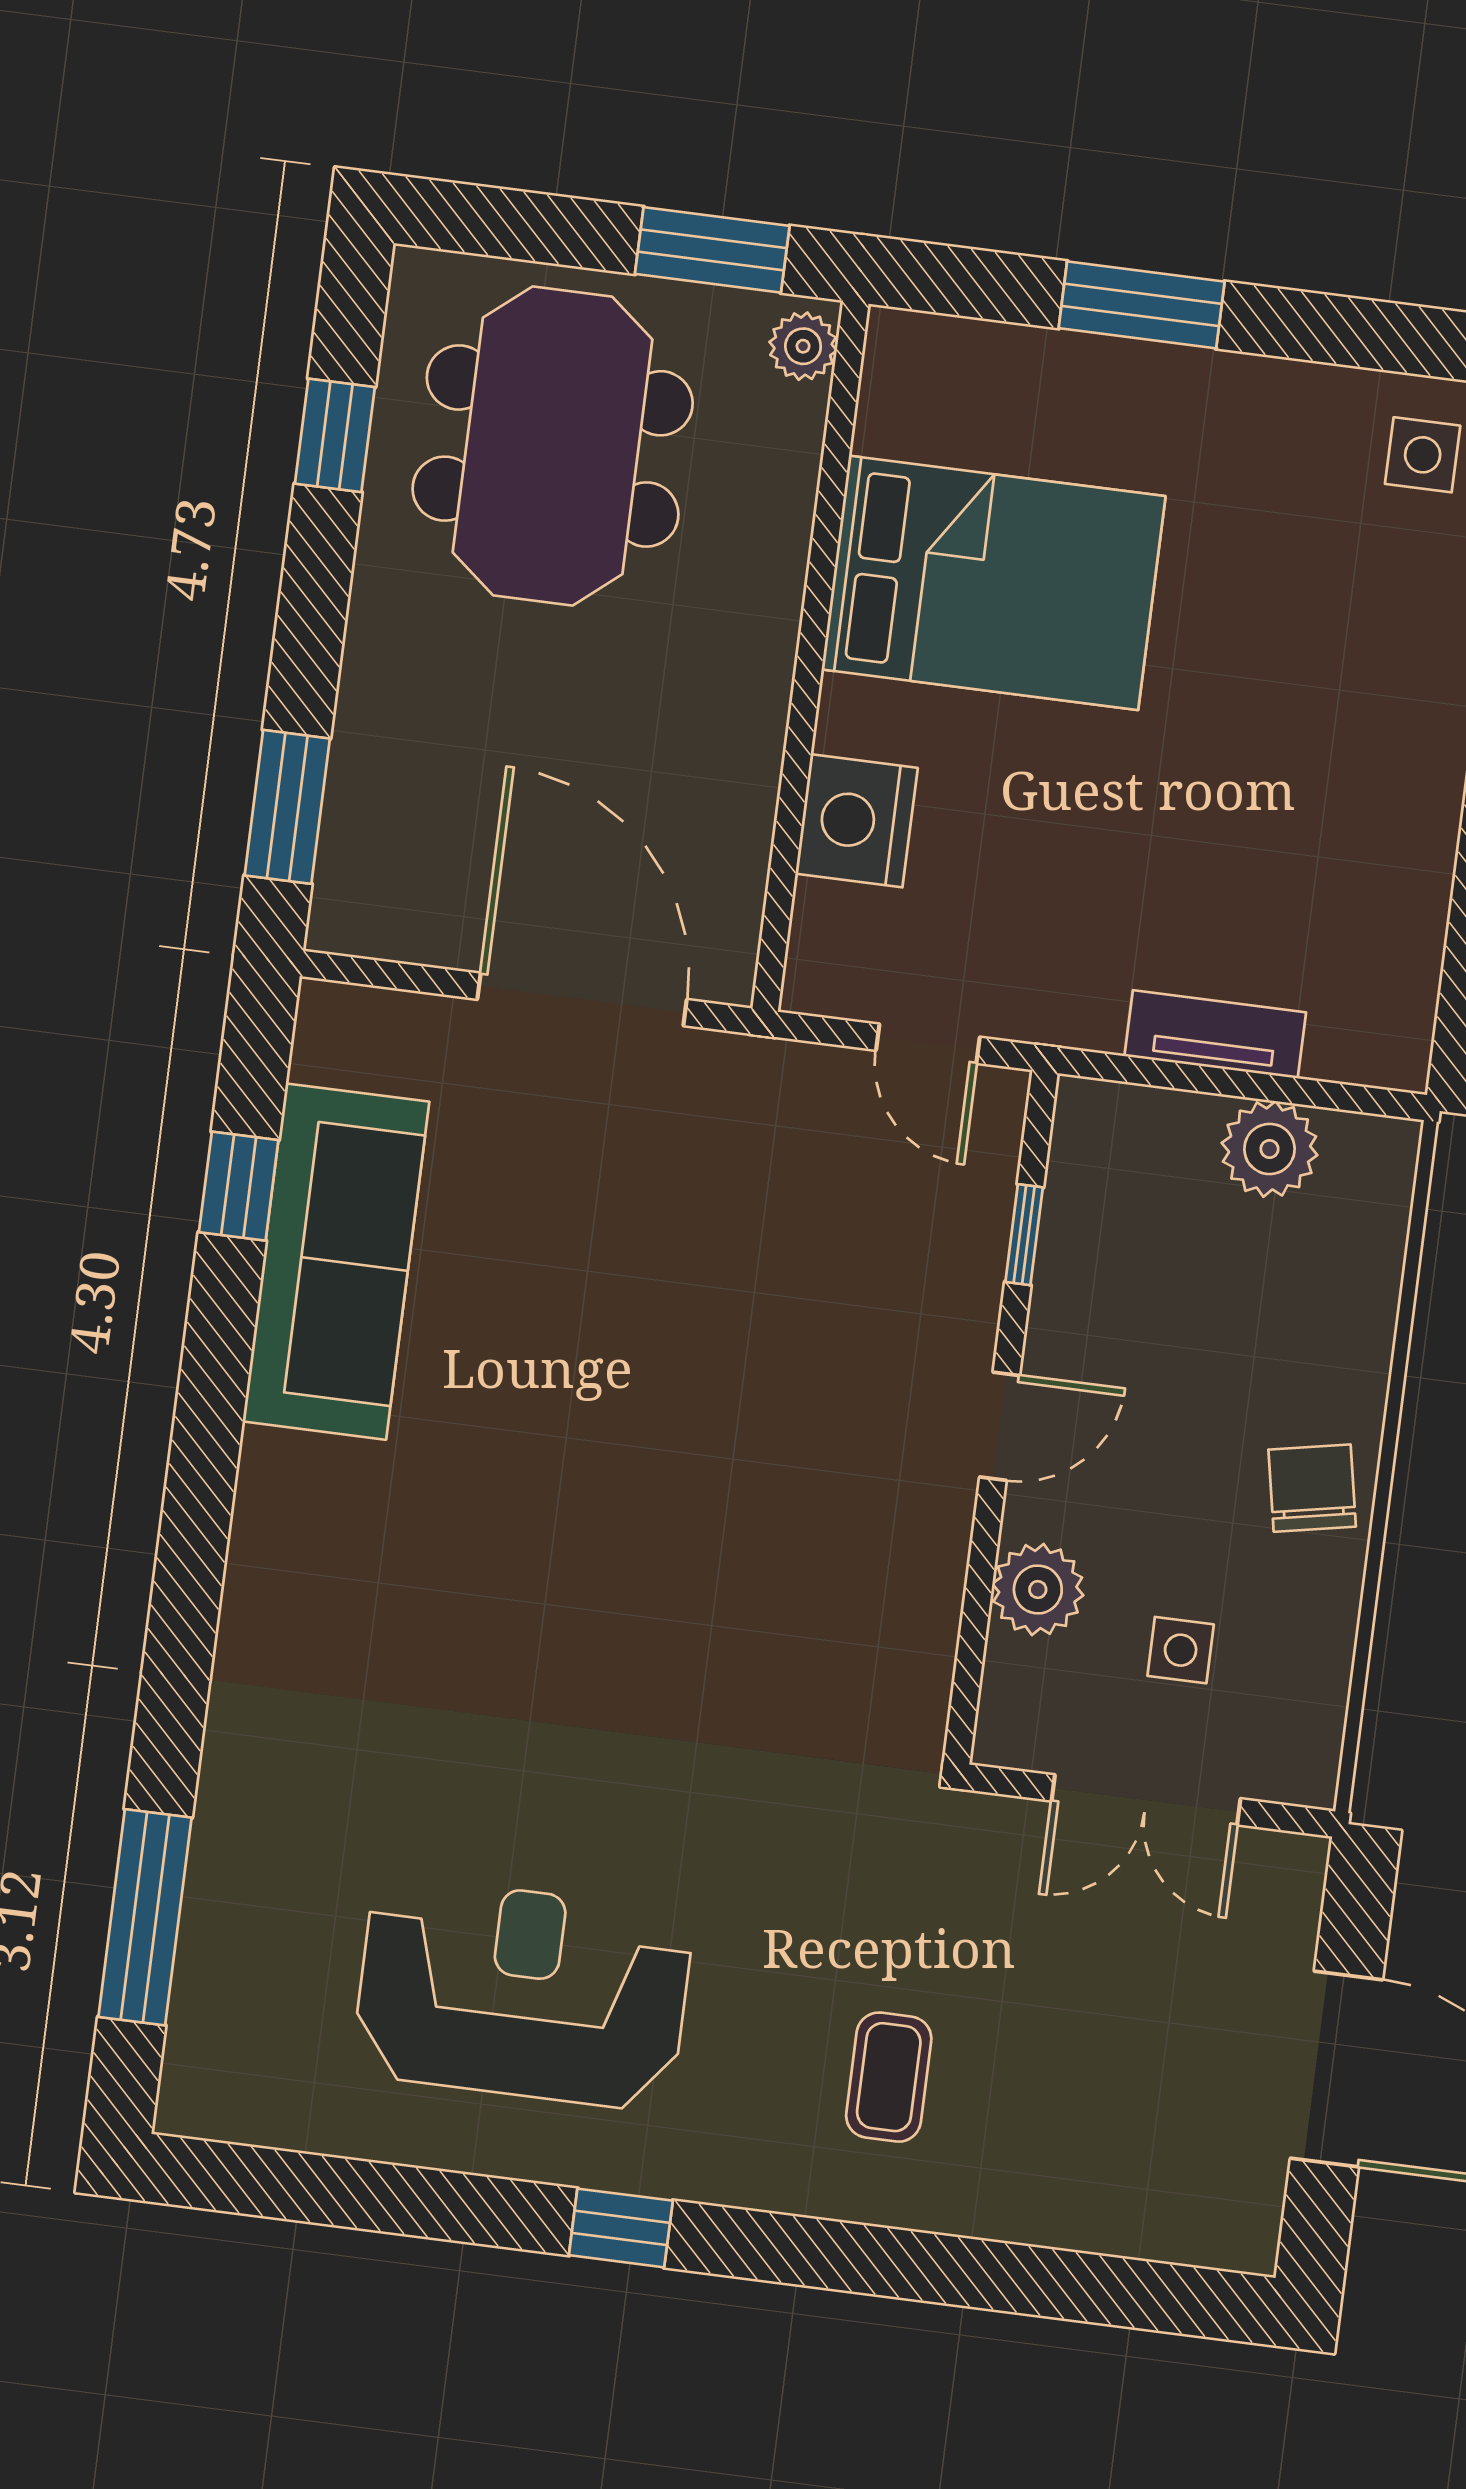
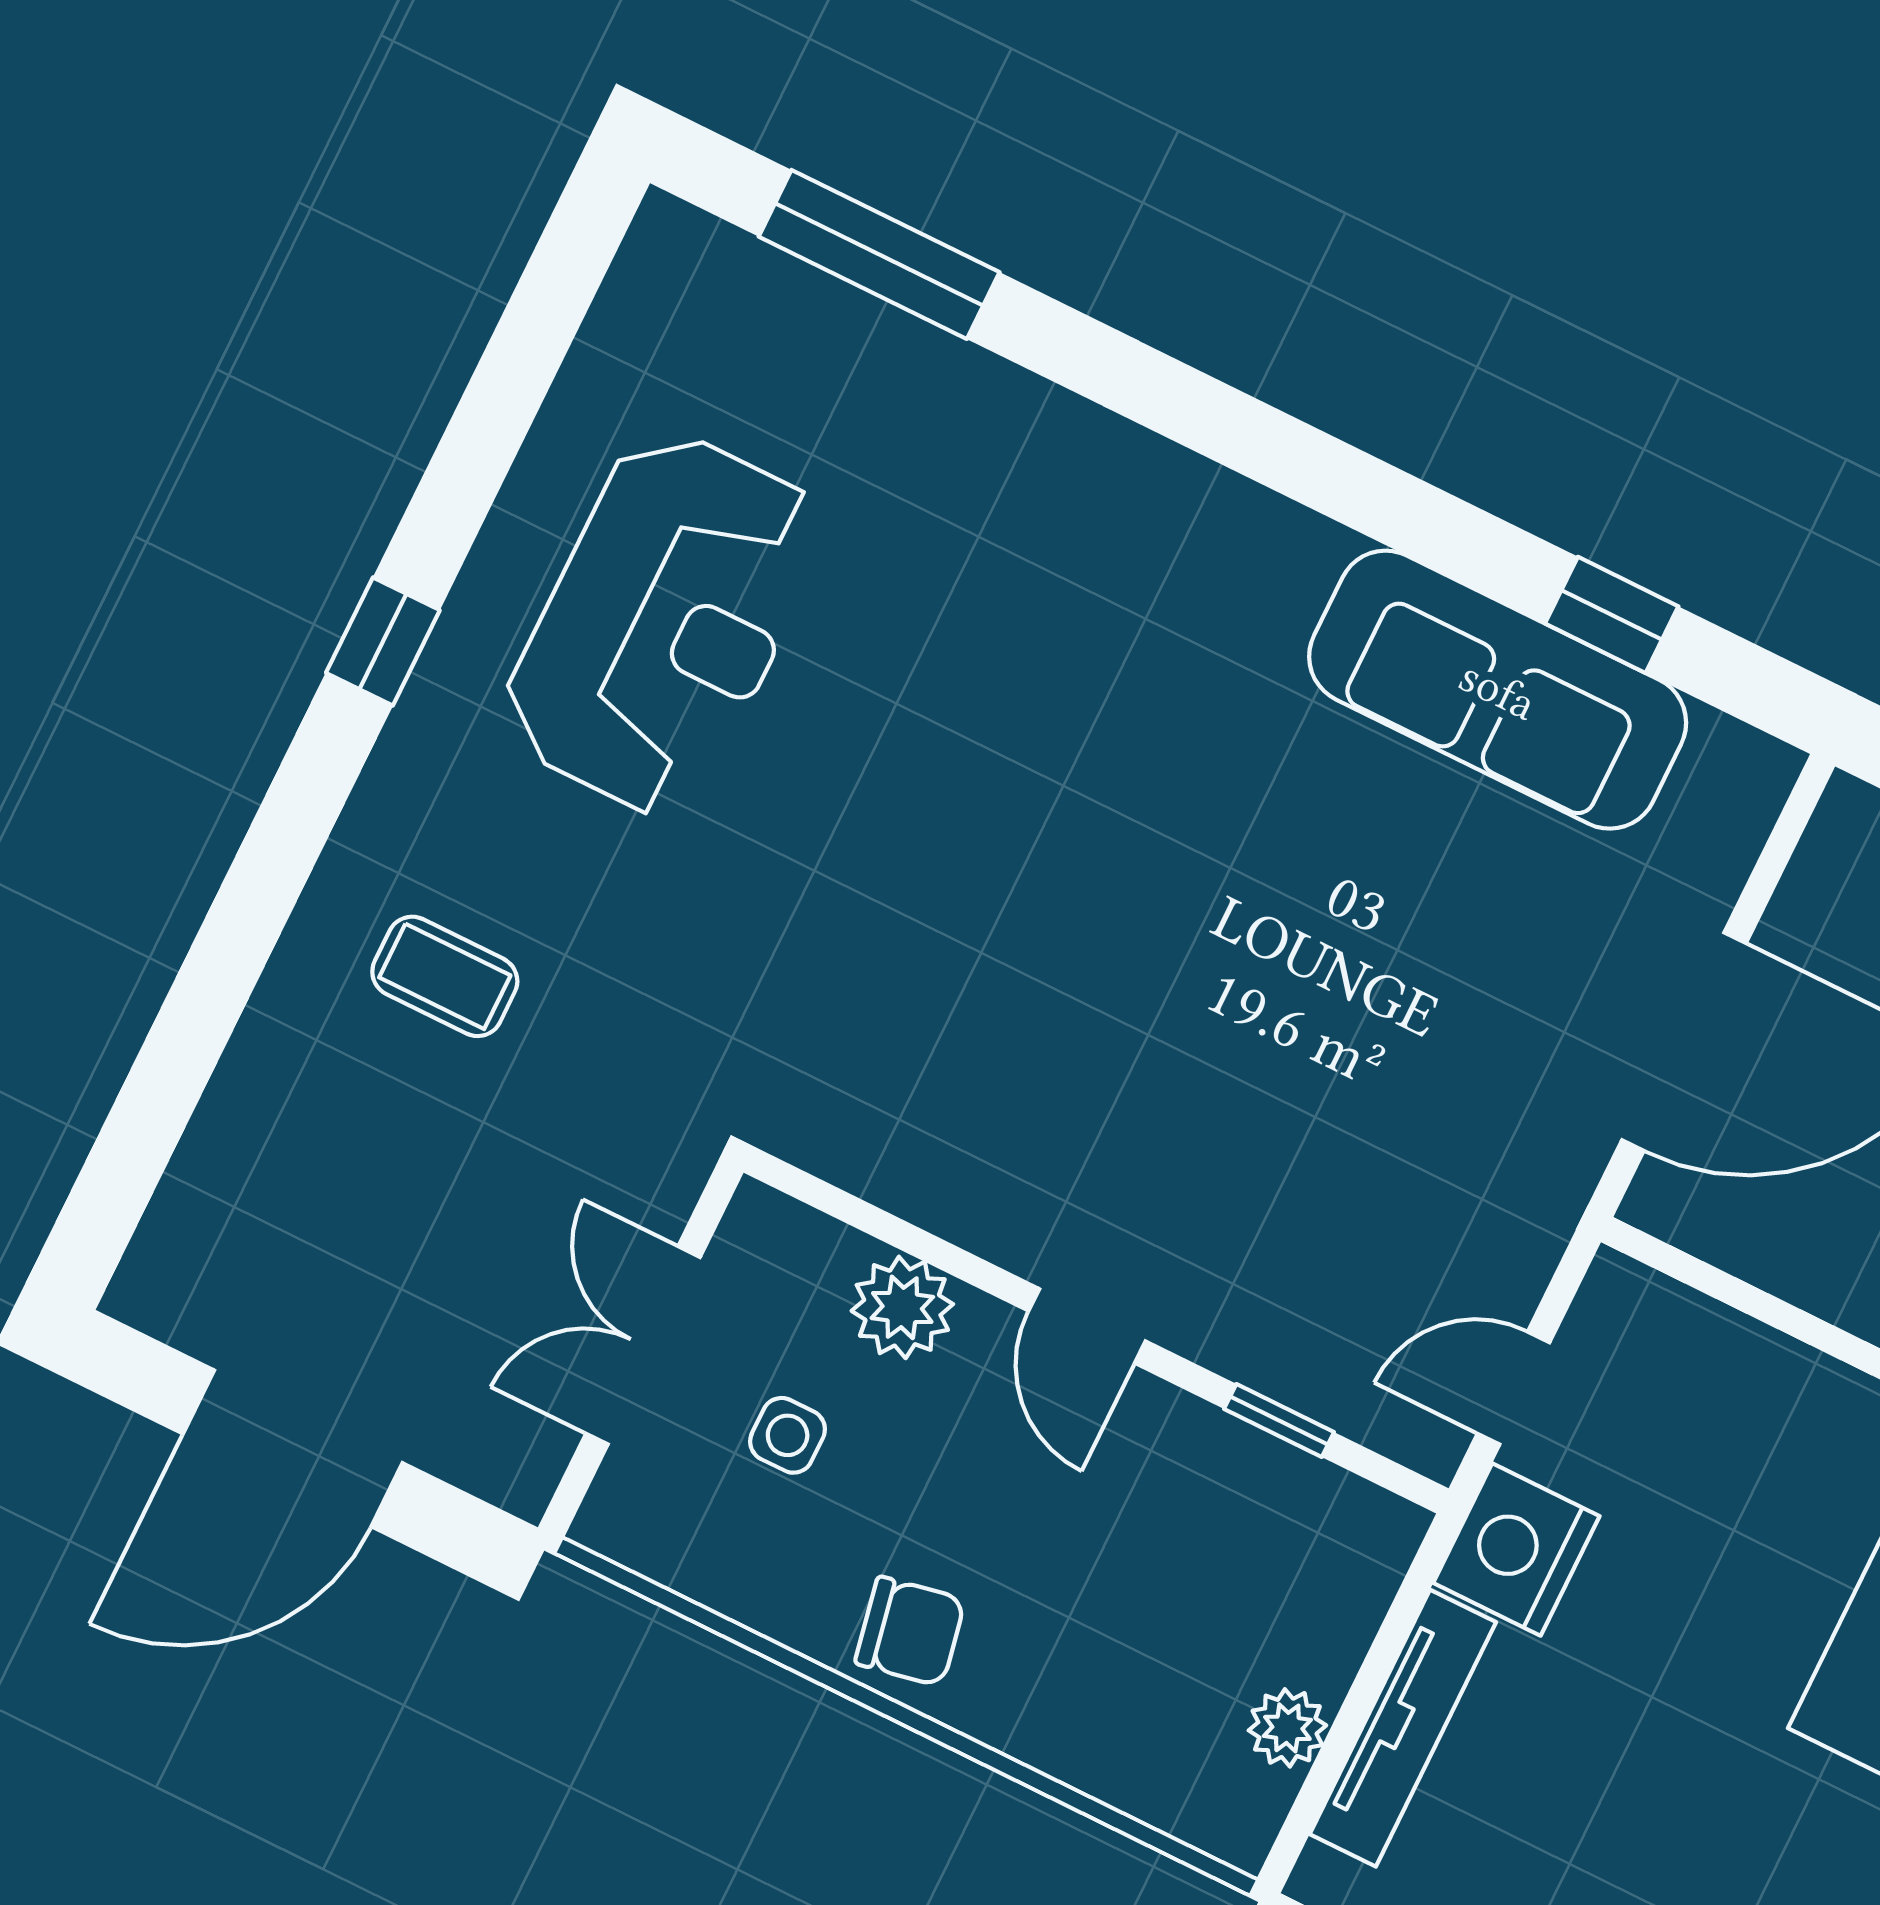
nightstand: (856, 821) -> (1516, 1549), moved, turned -90
tv unit: (1215, 1034) -> (1403, 1728), width x1.41
plant: (1270, 1149) -> (1287, 1728), width x0.73, depth x0.73

